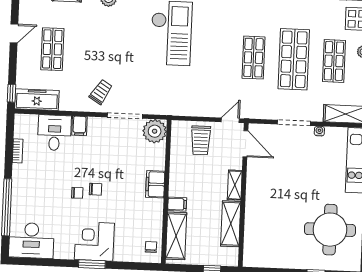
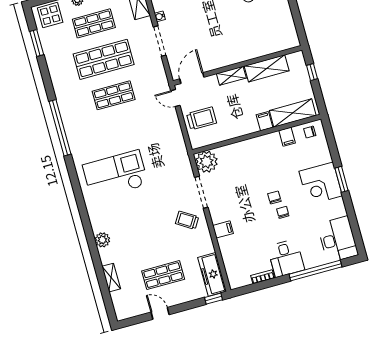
desk: (54, 133) -> (286, 258), moved, turned -90
filing cabinet: (155, 184) -> (287, 137), moved, width x0.50

